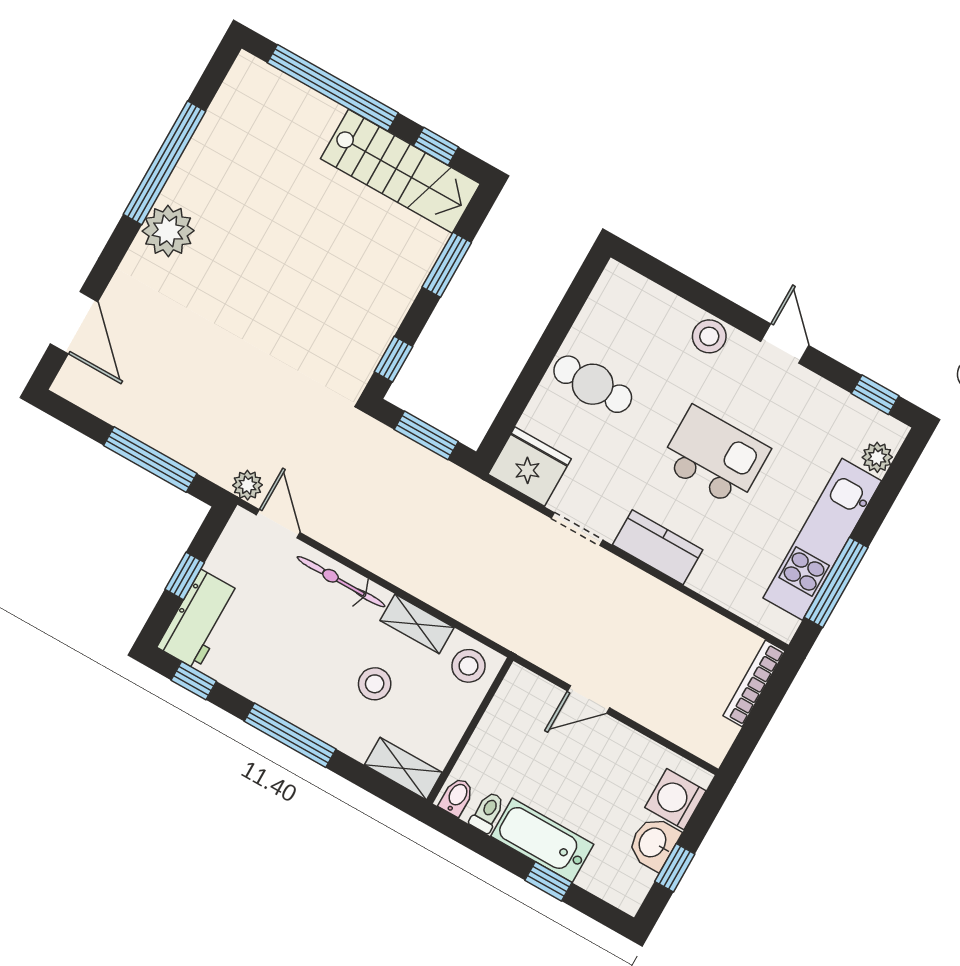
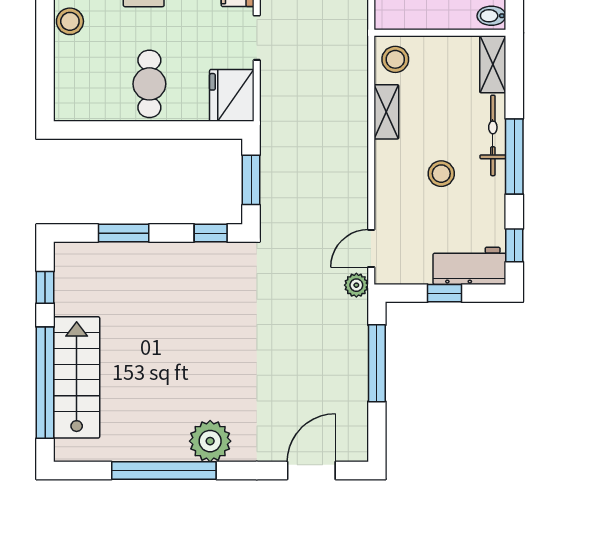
stairs: (400, 171) -> (77, 377), moved
bicycle: (341, 582) -> (493, 135), moved, turned 180
stool: (375, 684) -> (441, 174), moved

